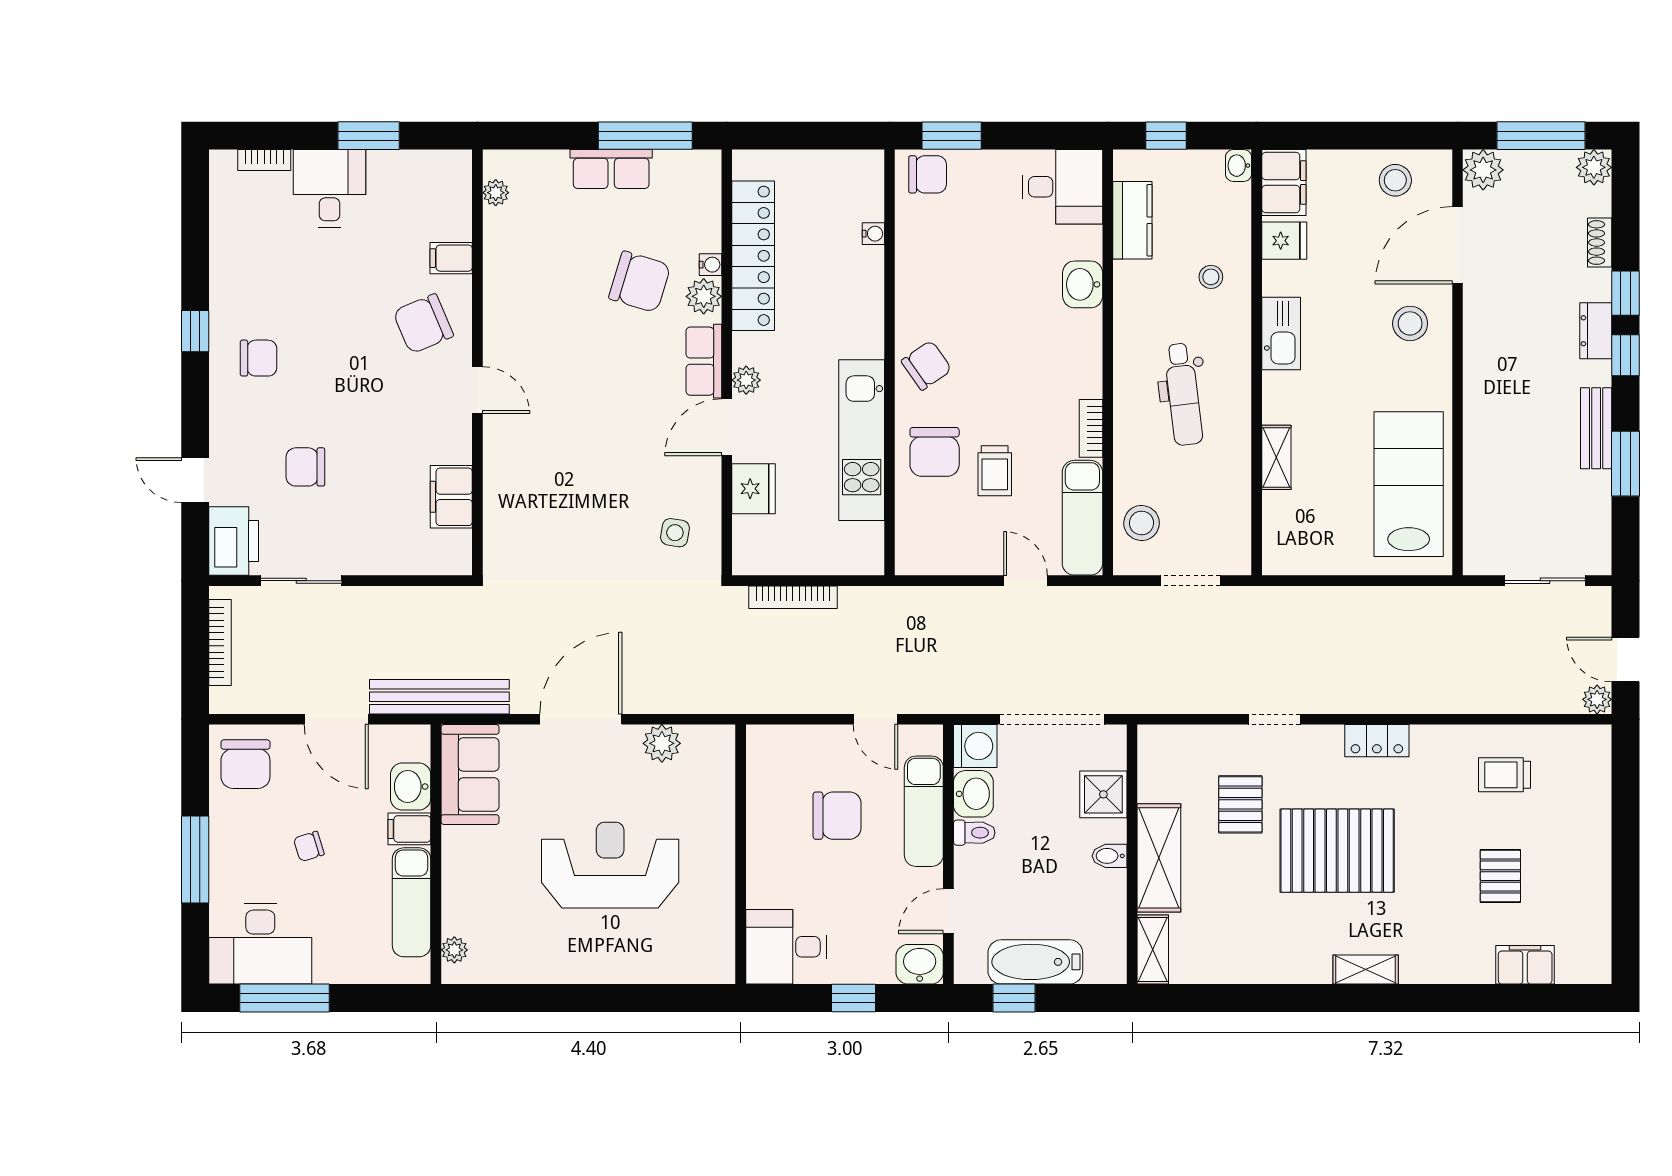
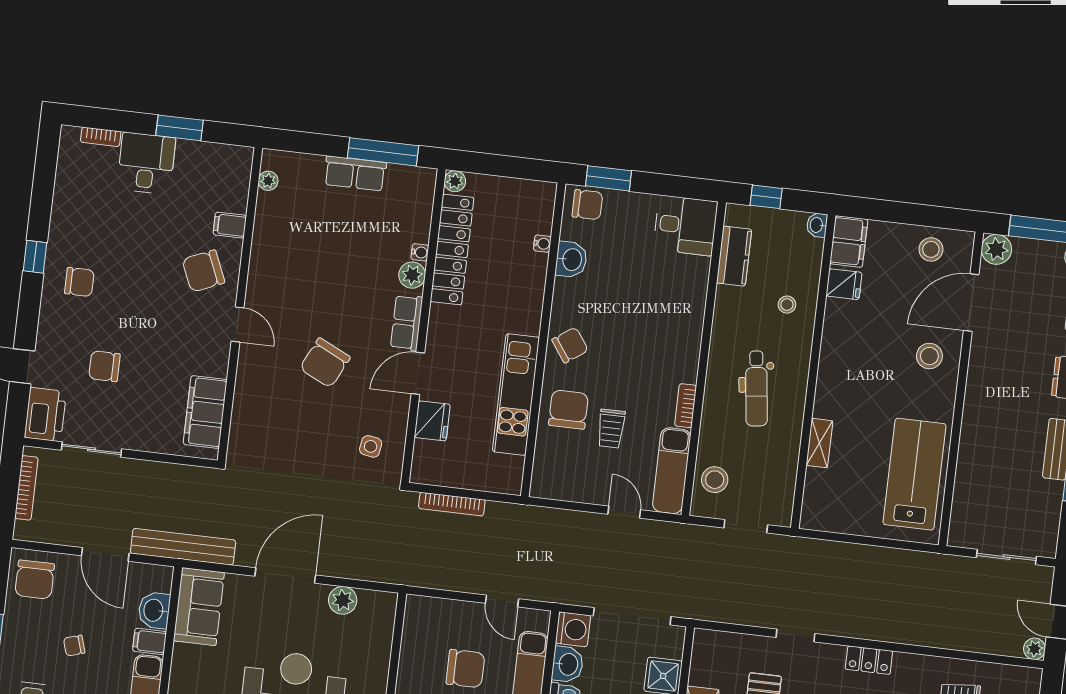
chair: (640, 282) -> (325, 363), moved, turned 99
washbasin: (1083, 284) -> (571, 260), moved, turned 180
kitchen sink: (1281, 333) -> (834, 352), removed
plant: (746, 380) -> (455, 181), moved
chair: (935, 452) -> (569, 409), turned 180
filing cabinet: (451, 497) -> (205, 412), width x1.50, depth x1.17

